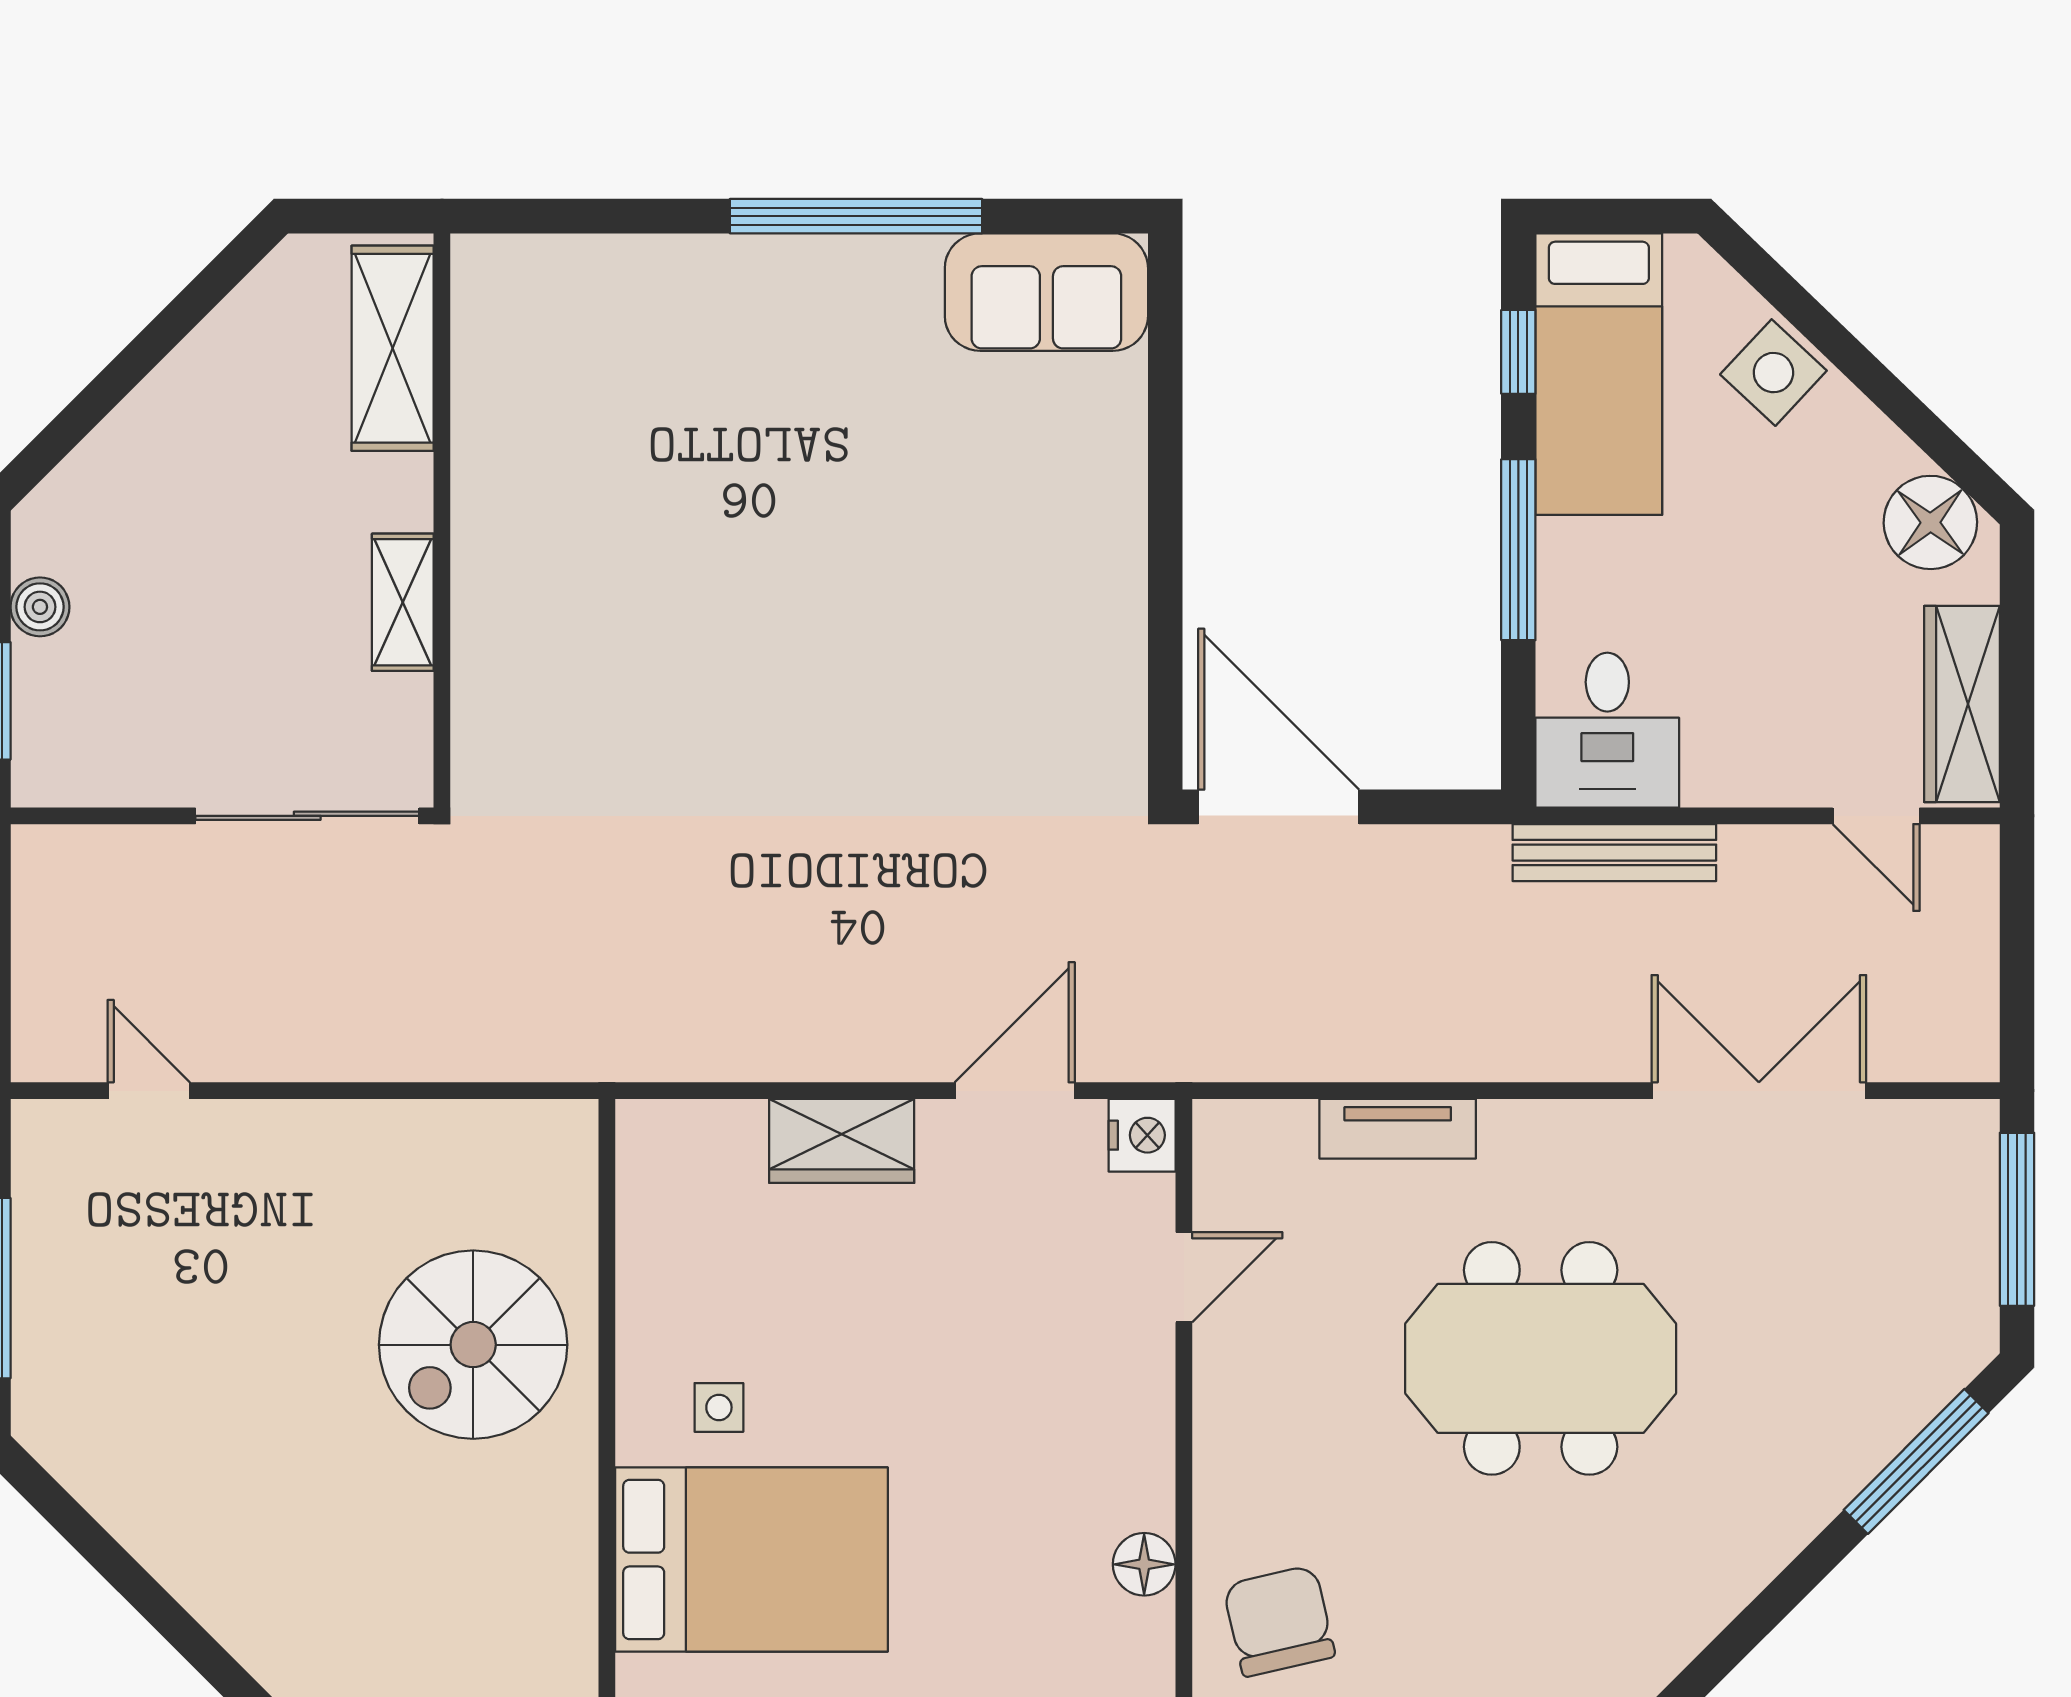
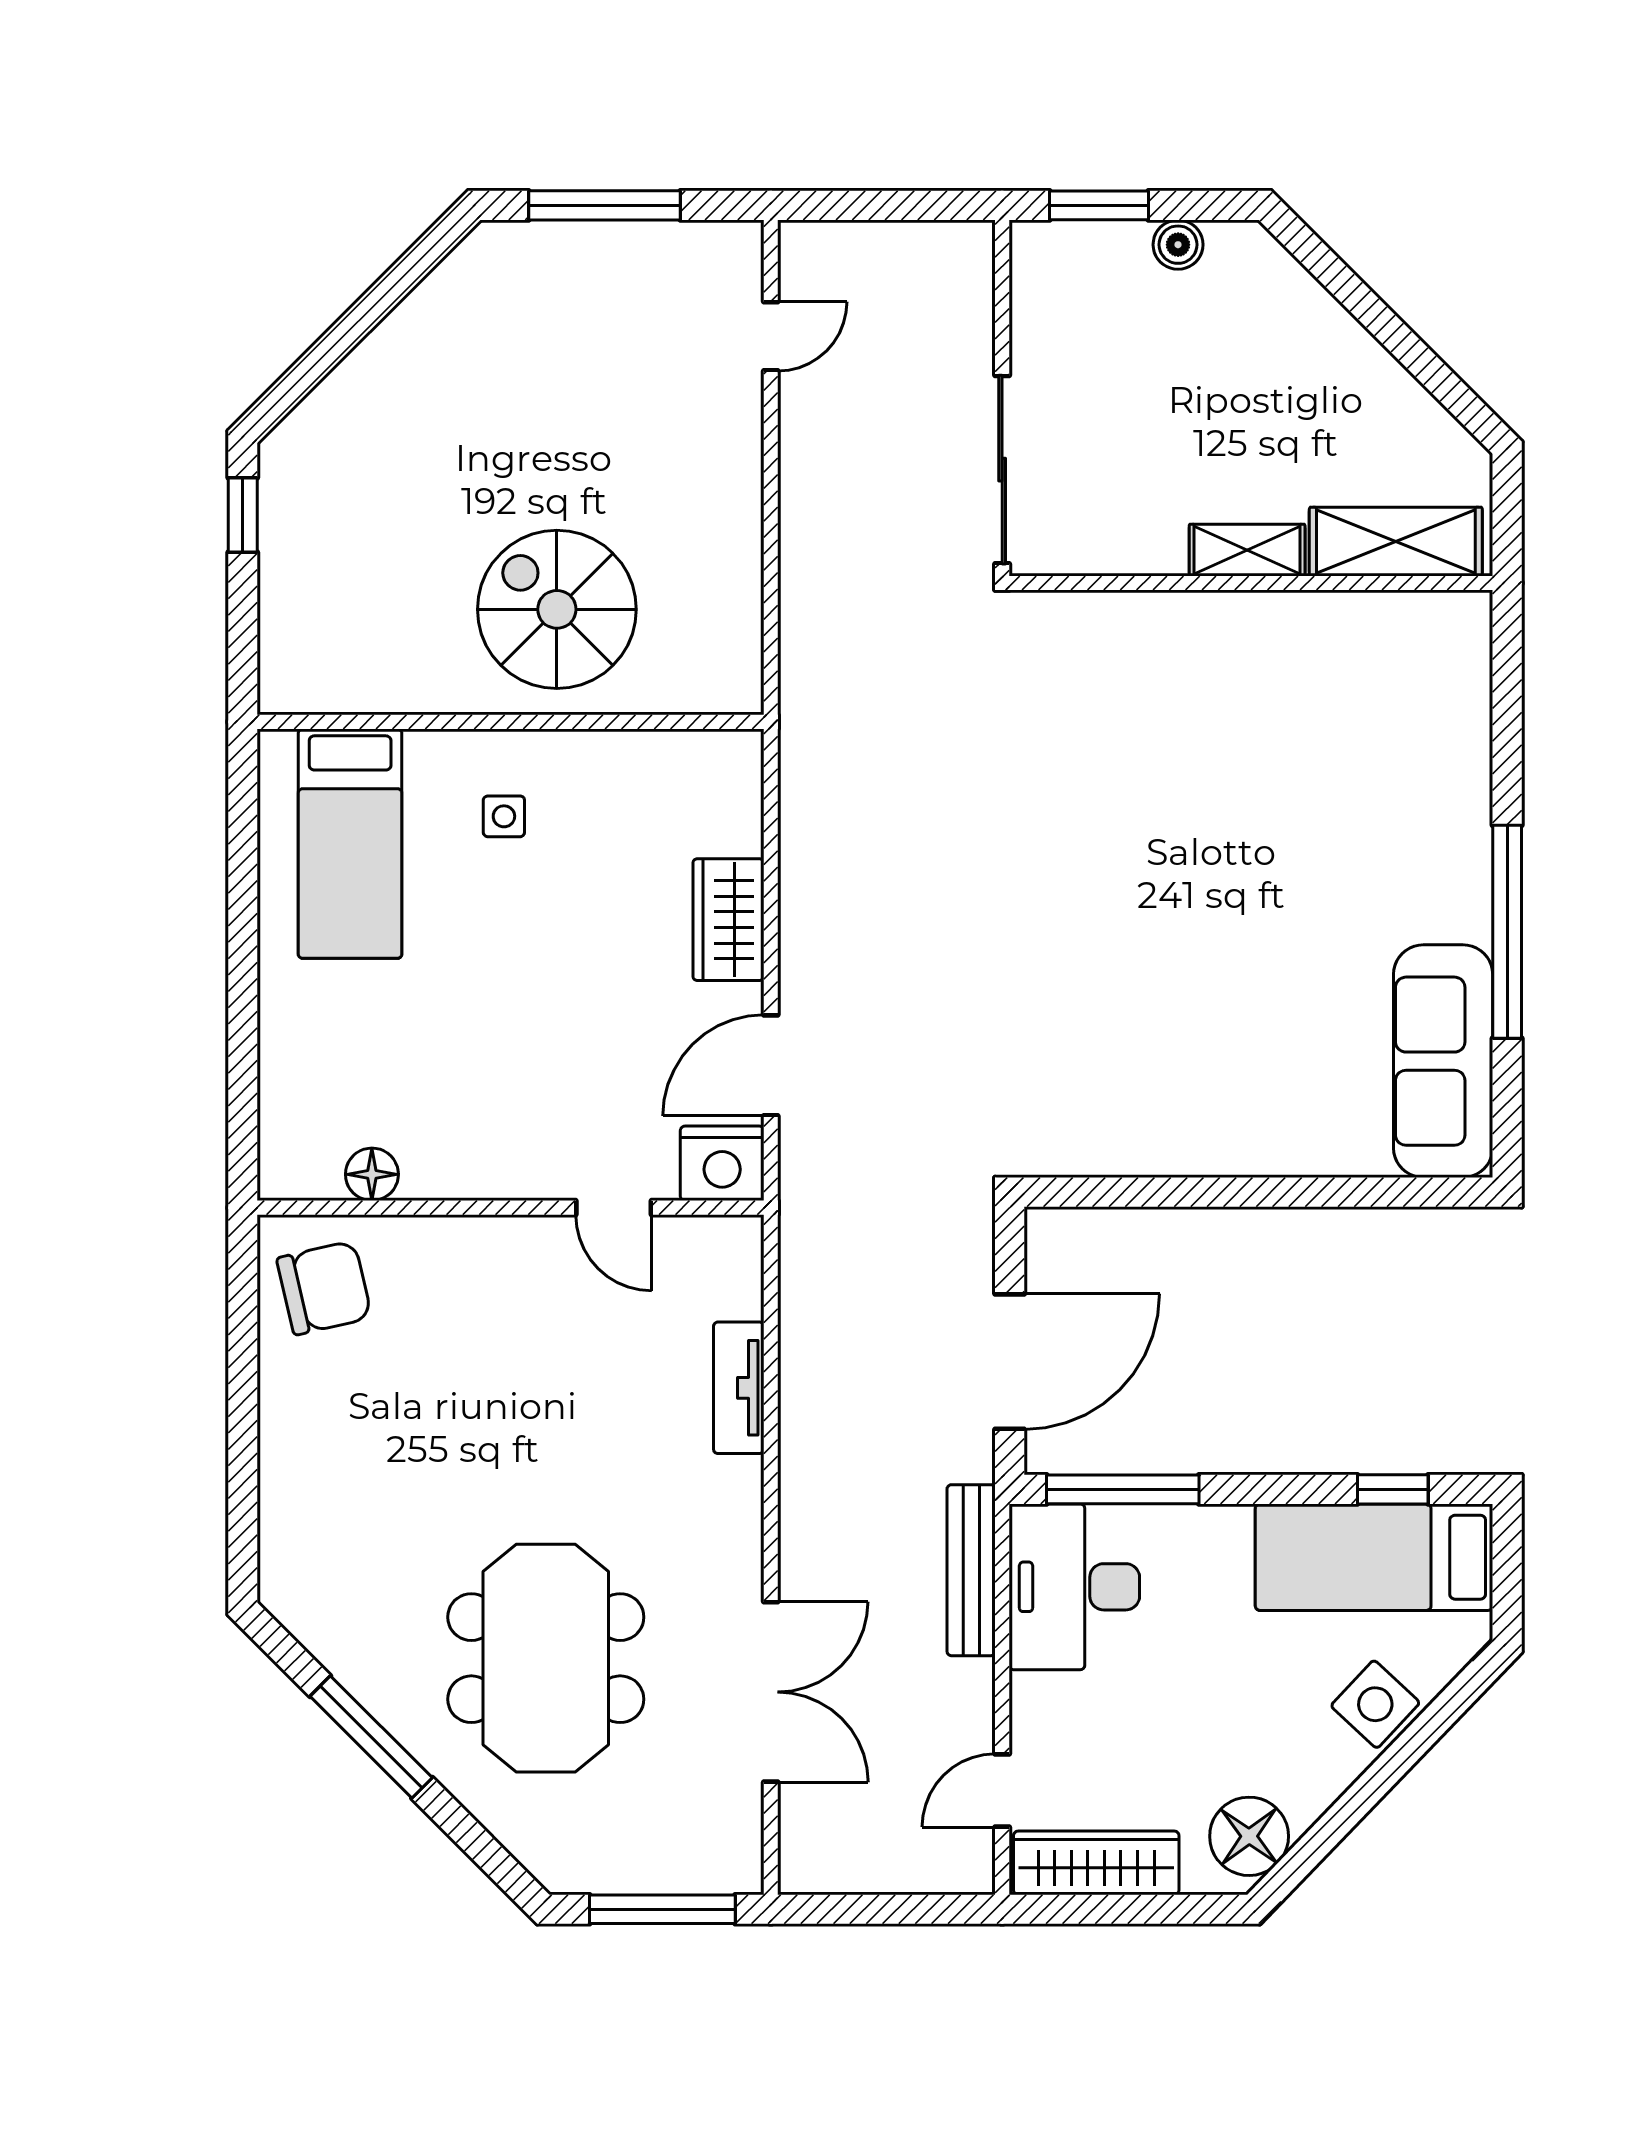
sofa: (1046, 292) -> (1443, 1061), width x1.36
window: (1518, 550) -> (1123, 1489), moved
shelving: (403, 602) -> (1247, 550), moved
desk: (1607, 730) -> (1074, 1587), width x1.37
door: (1279, 807) -> (1010, 1362), moved
door: (1015, 1091) -> (771, 1065), swing flipped
nightstand: (1142, 1135) -> (722, 1163), width x1.36, depth x1.33
meeting table: (1541, 1358) -> (546, 1658), moved
window: (1916, 1461) -> (371, 1737), moved
bed: (751, 1560) -> (350, 844), width x0.67

